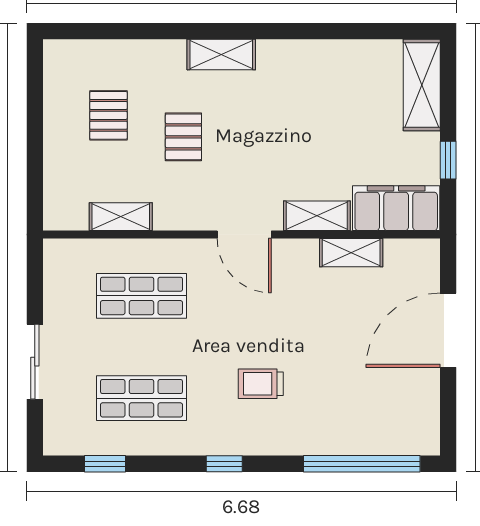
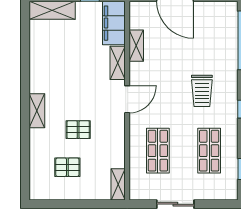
shelving: (121, 217) -> (118, 184), moved
sliding door: (35, 362) -> (175, 204), moved
trolley: (261, 384) -> (202, 91), width x1.36, depth x1.39

